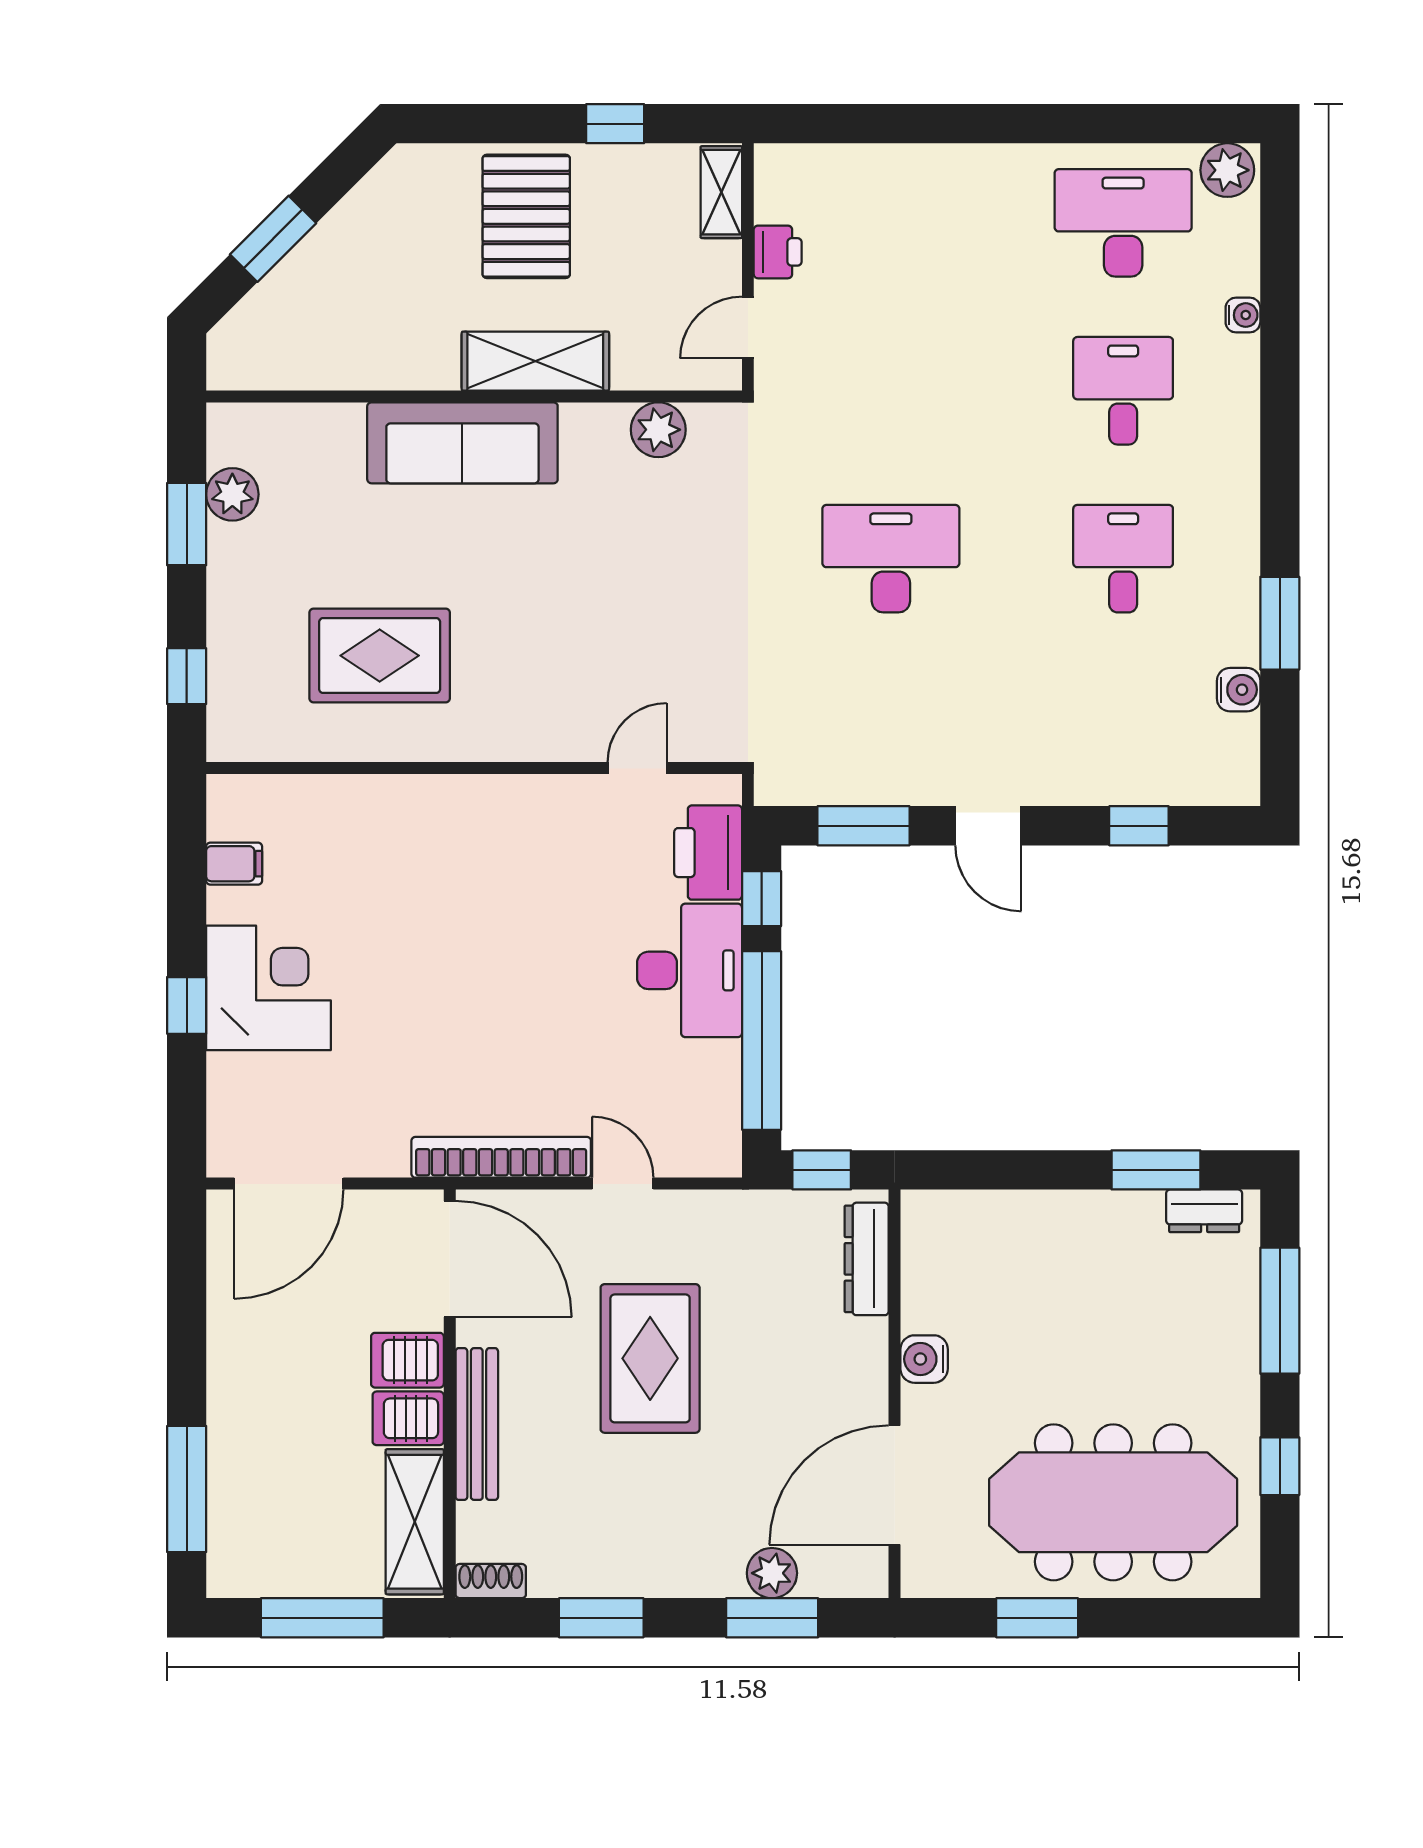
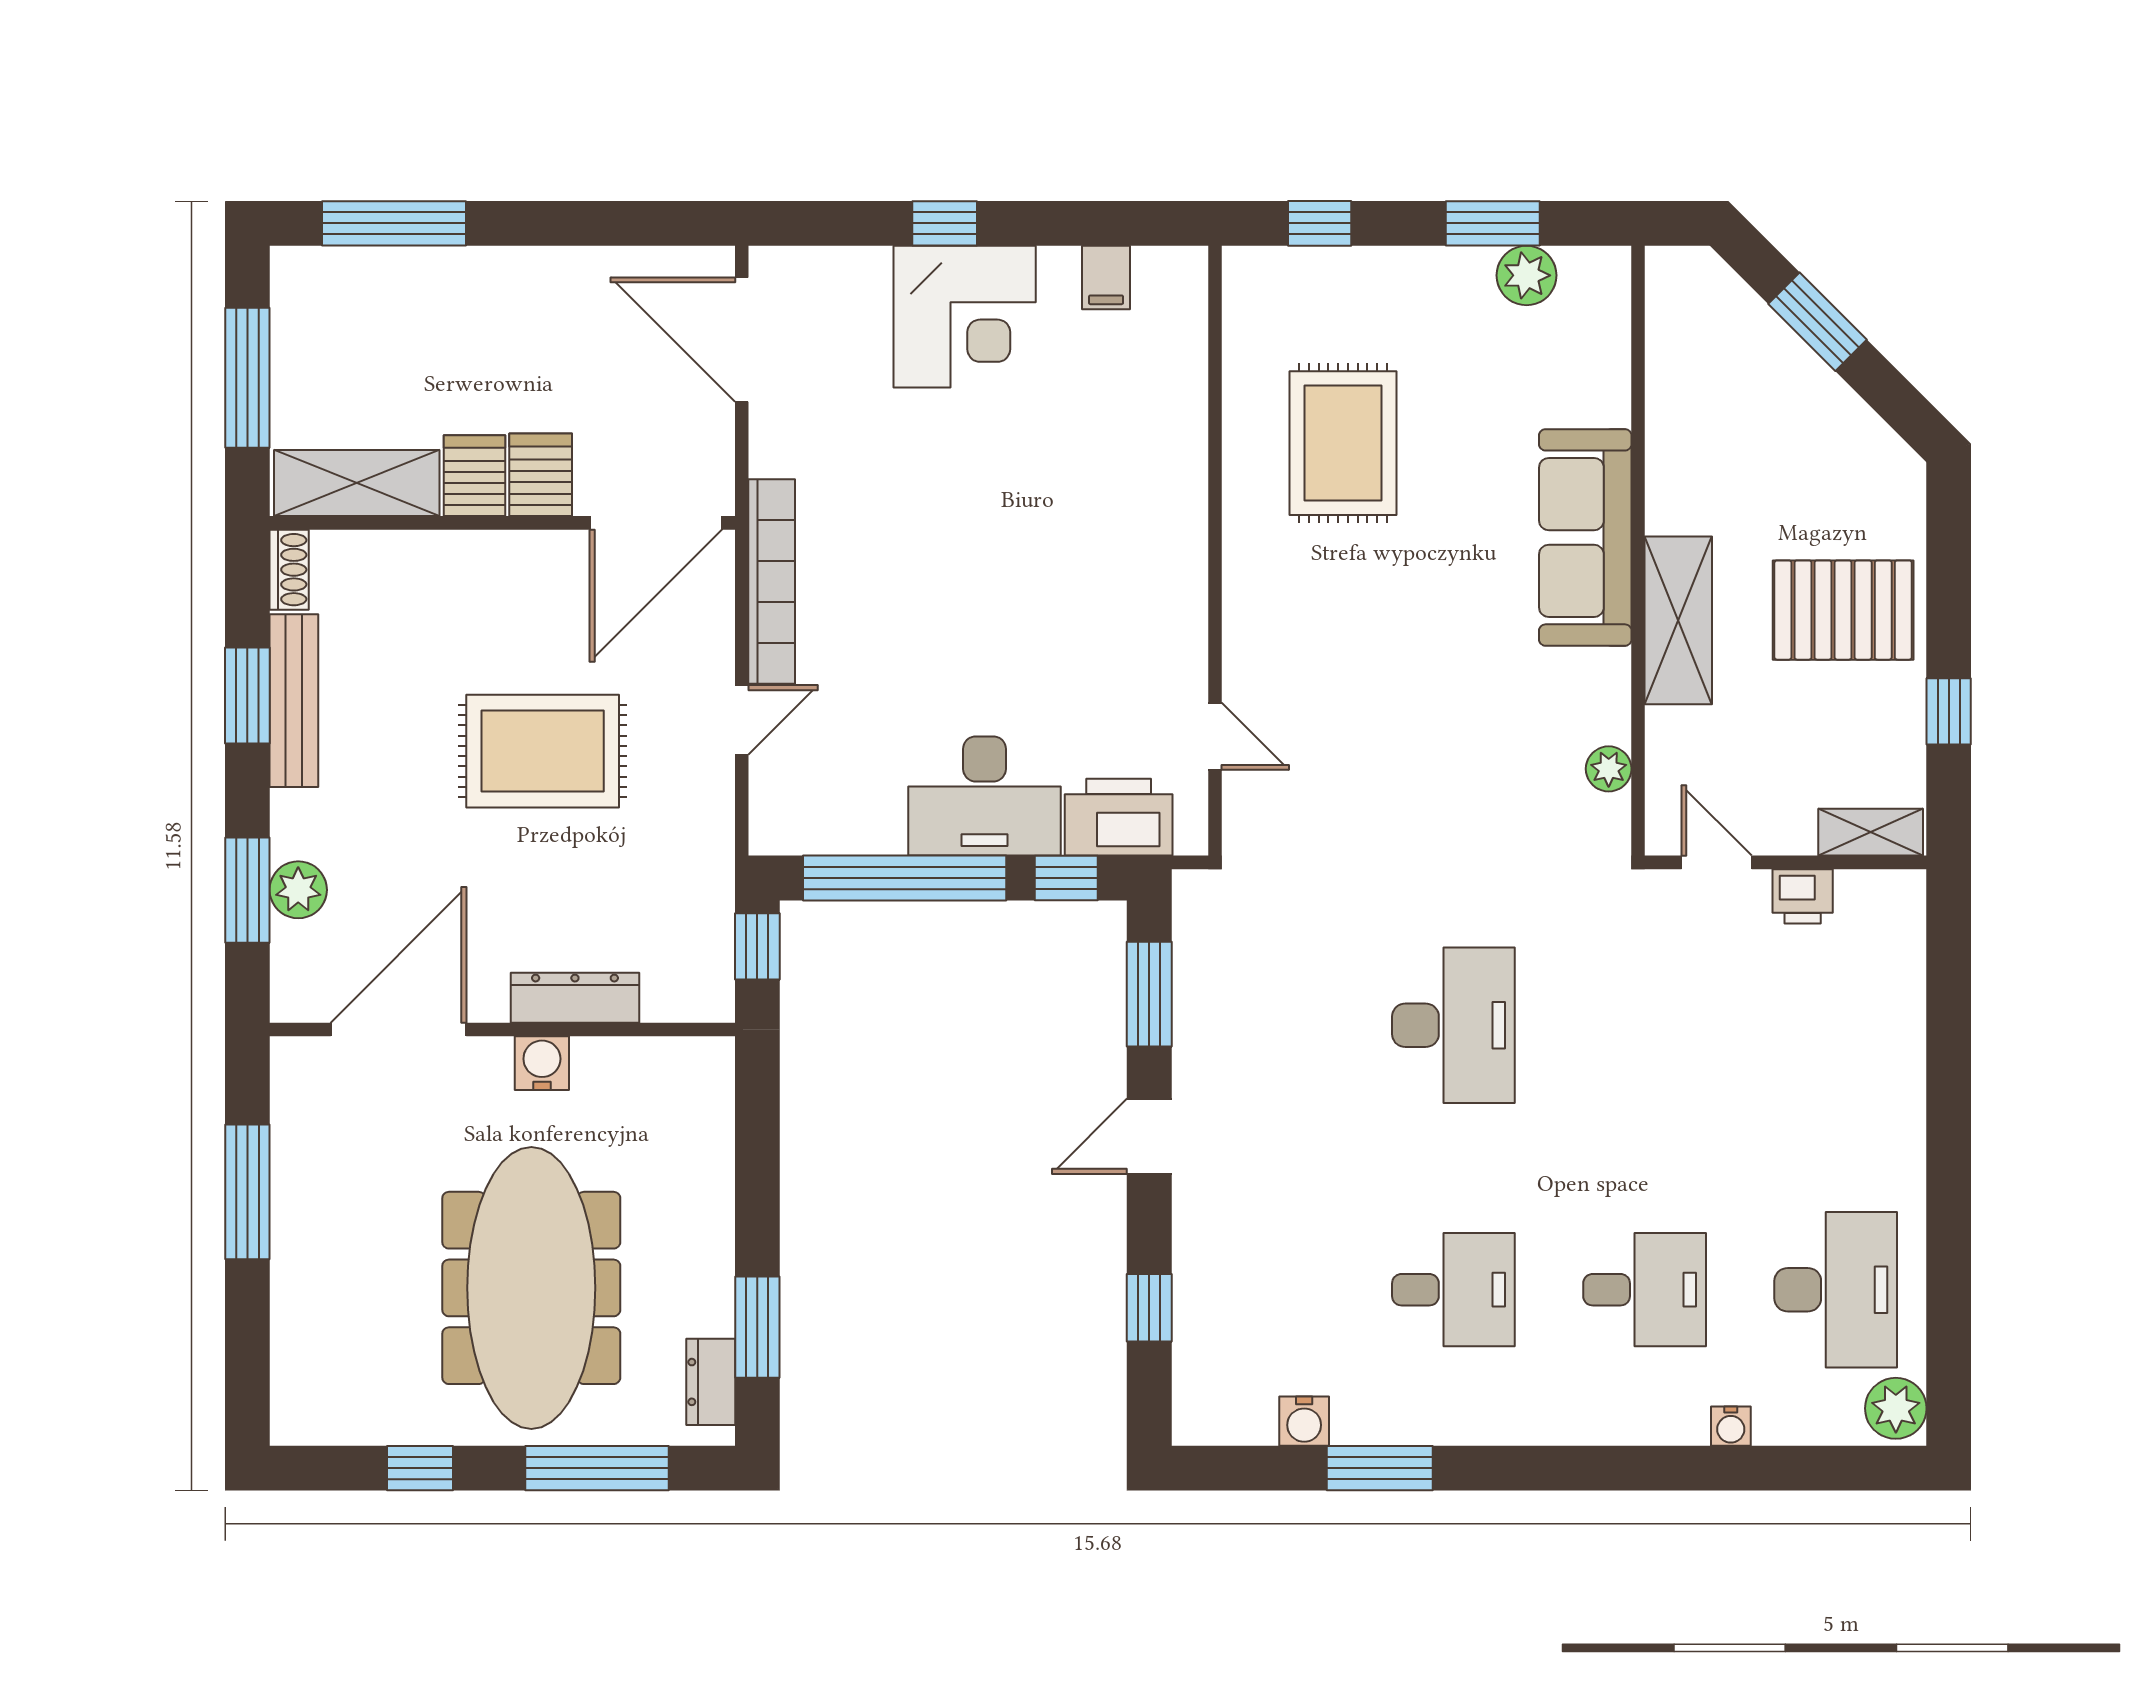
plant: (658, 430) -> (1609, 769), width x0.73, depth x0.73
dresser: (867, 1259) -> (575, 998), moved
bench: (477, 1424) -> (294, 701), moved, turned 90
door: (895, 1485) -> (398, 1029), hinge flipped
meeting table: (1113, 1502) -> (531, 1288), moved
window: (1037, 1618) -> (247, 1192), width x1.44

